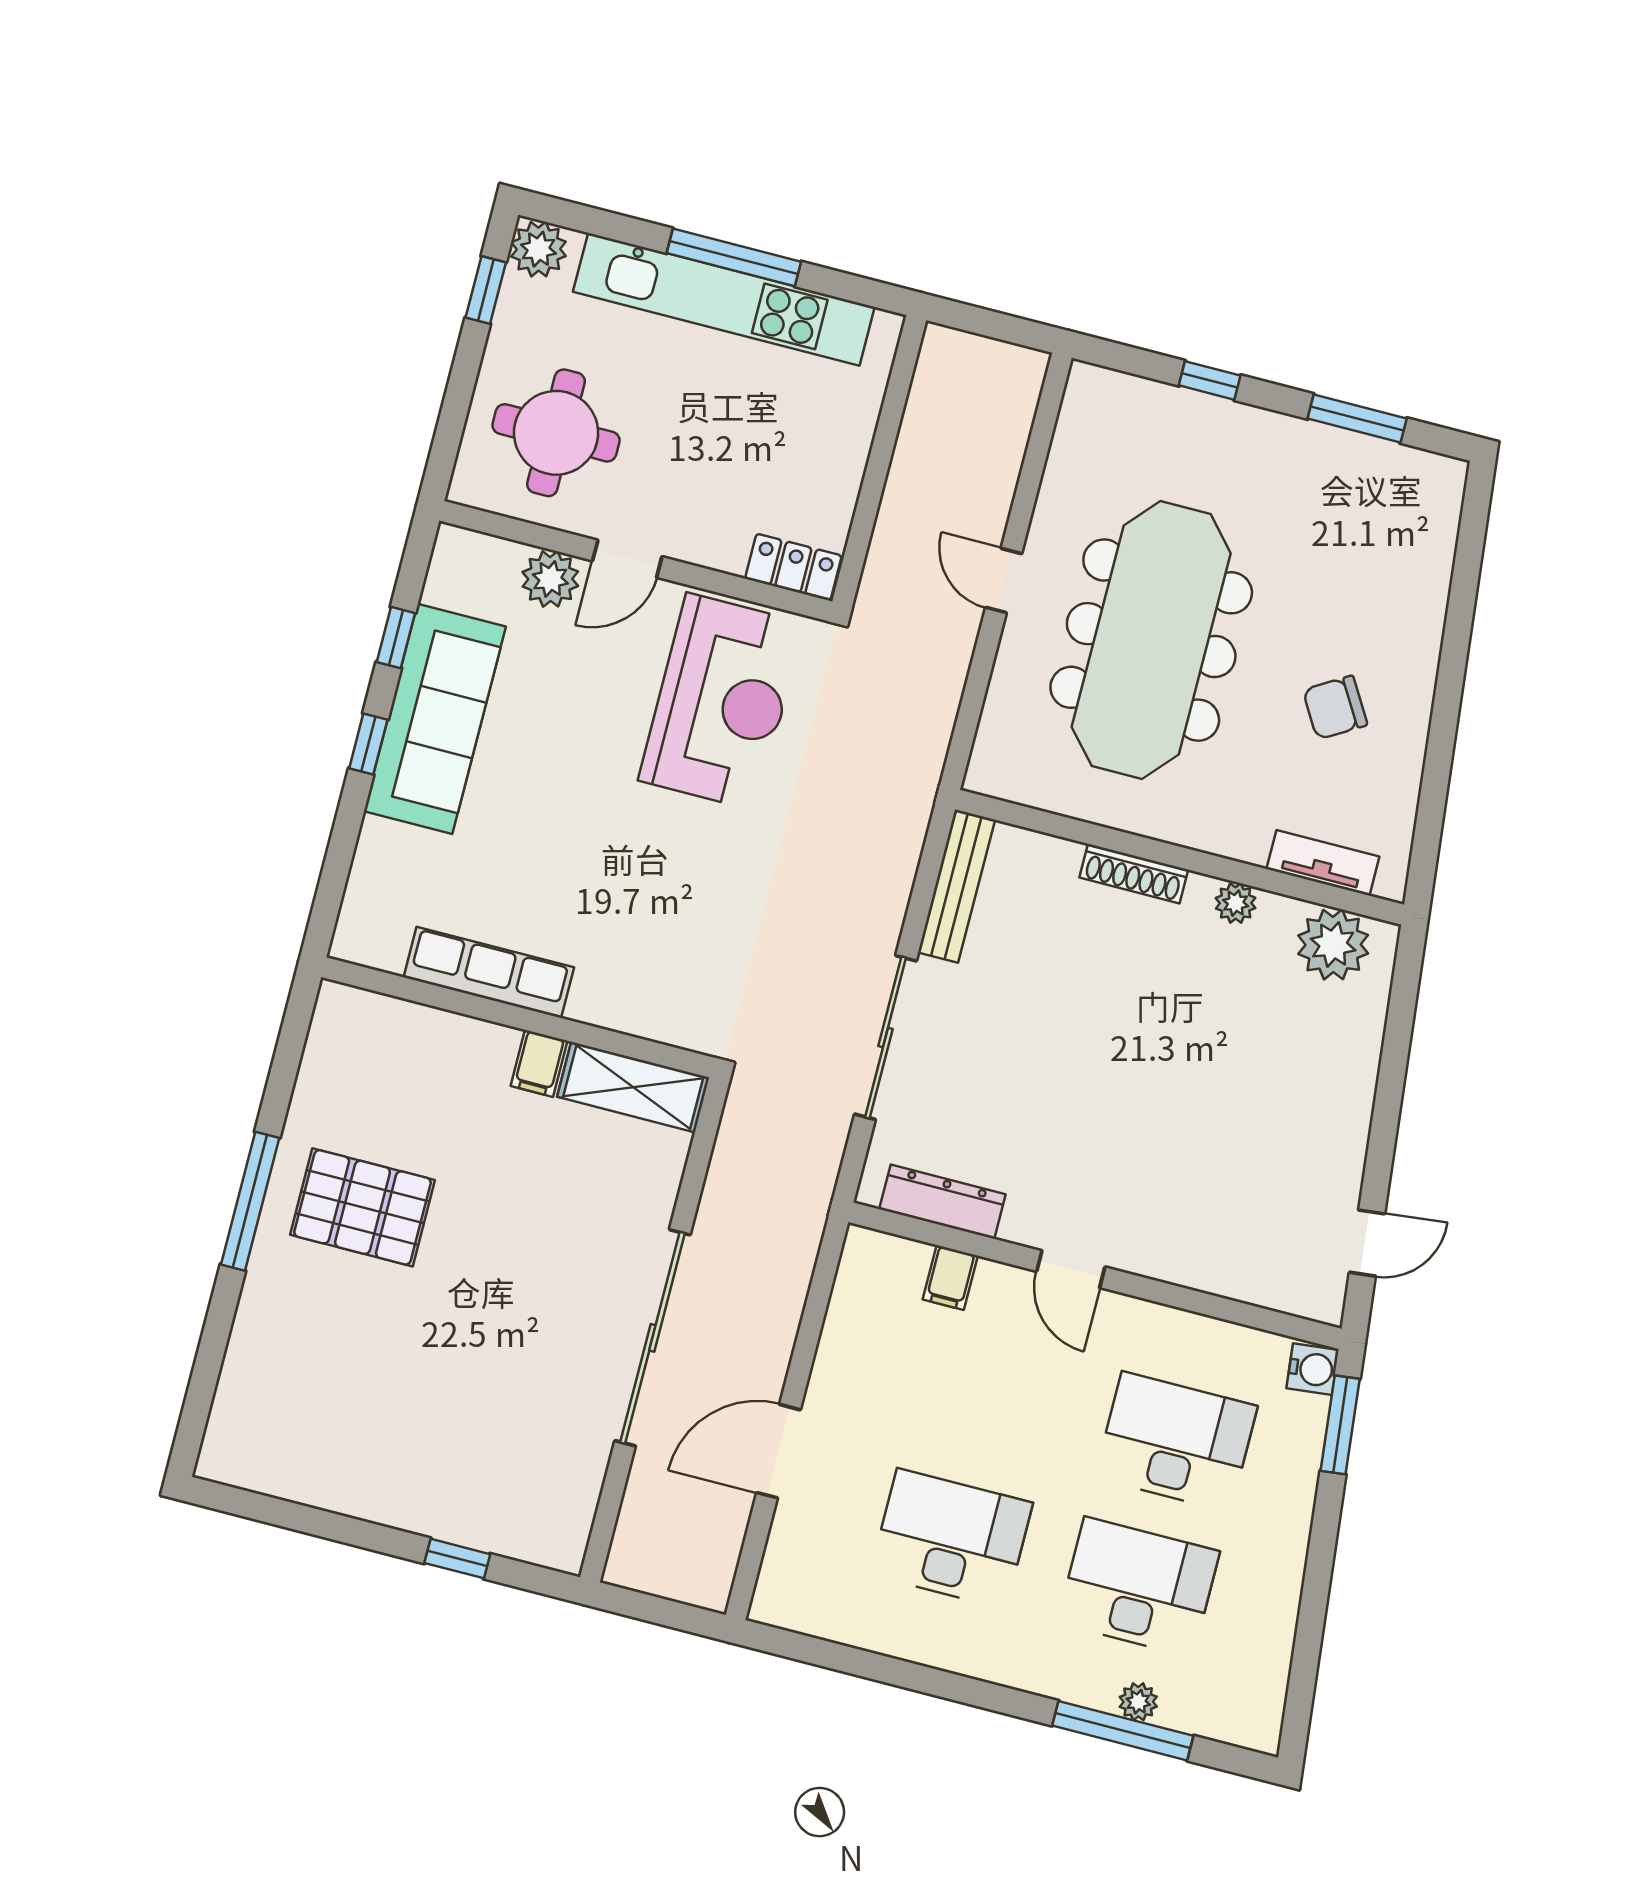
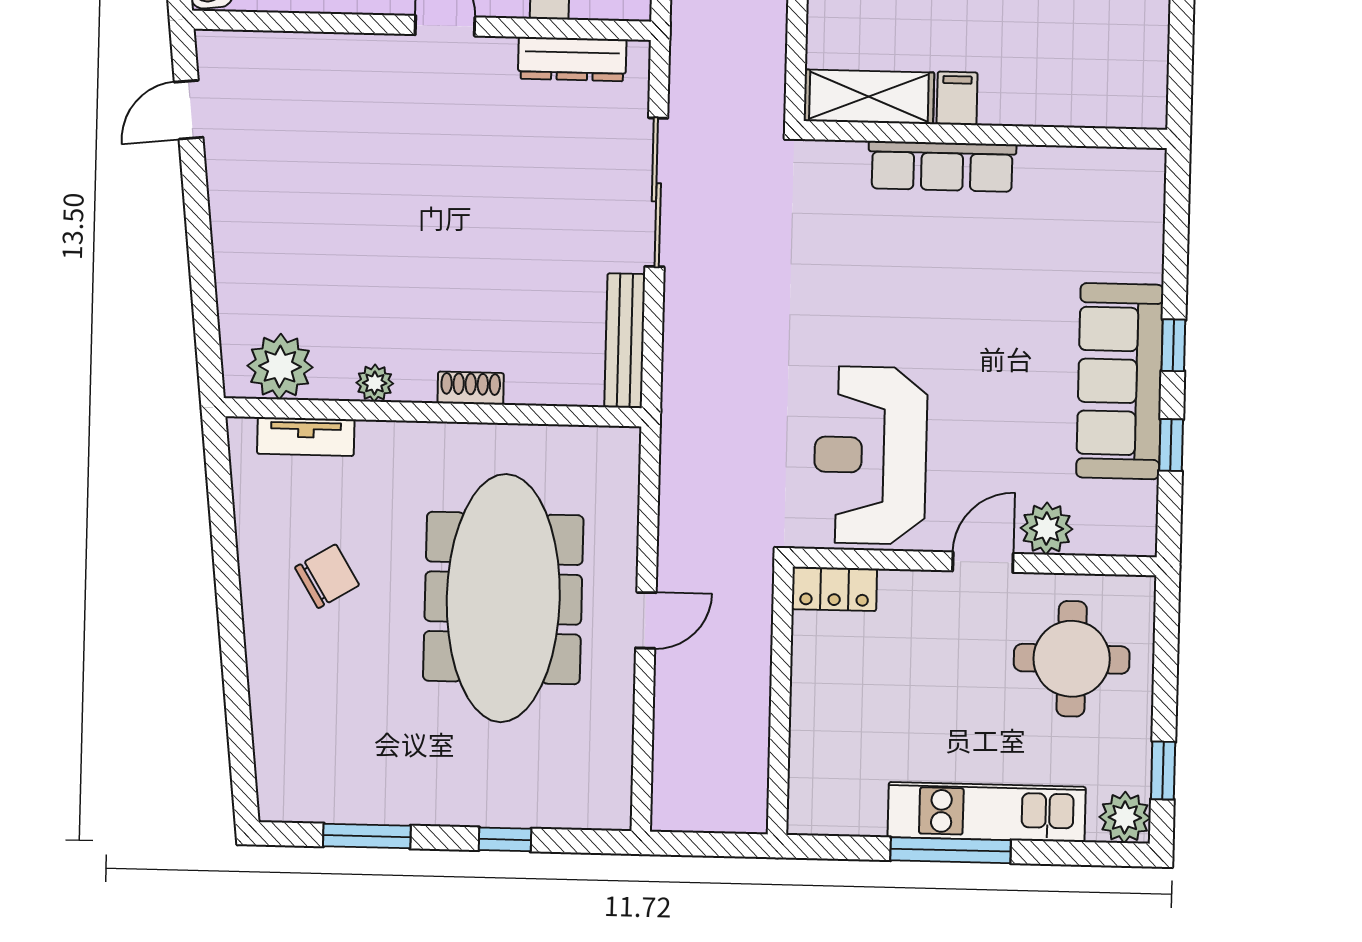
kitchen unit: (724, 299) -> (987, 812), width x0.73
door: (1004, 581) -> (646, 620), hinge flipped
shoe rack: (1134, 874) -> (471, 388), width x0.70
row of seats: (489, 972) -> (942, 166), moved

